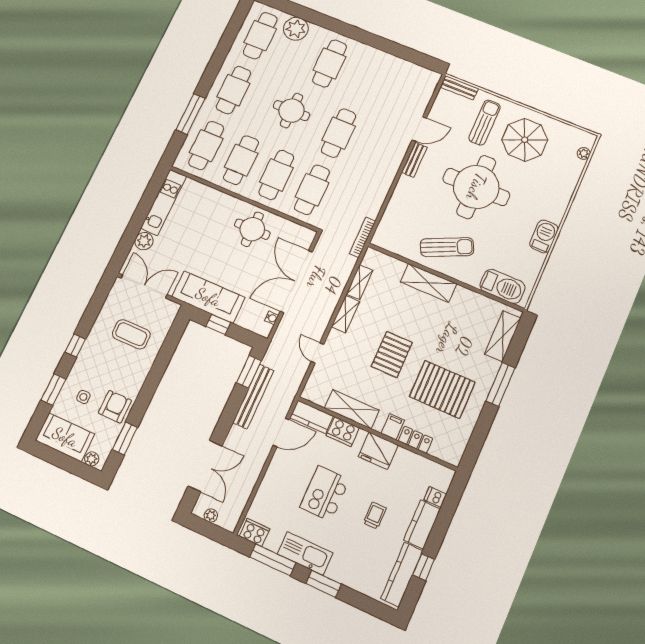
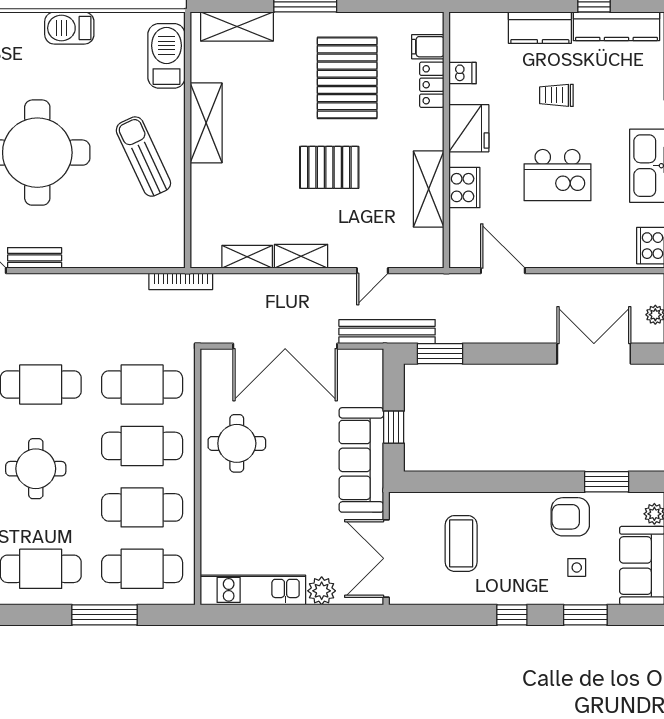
shelving: (429, 283) -> (206, 123), moved
water cooler: (272, 318) -> (352, 357), removed
bench: (253, 397) -> (387, 332), moved
kitchen counter: (312, 417) -> (463, 239), removed
filing cabinet: (393, 427) -> (428, 47), moved
dishwasher: (435, 497) -> (463, 73), moved, turned -90

